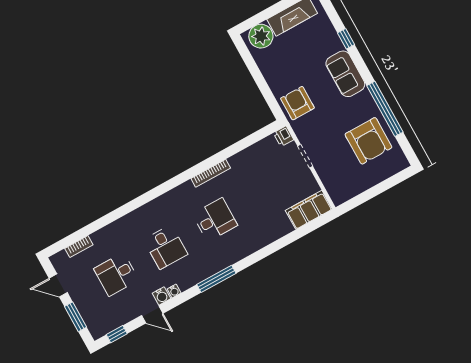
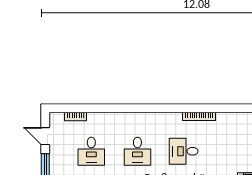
desk: (215, 220) -> (184, 151), turned 180
desk: (116, 274) -> (91, 151), turned -90

